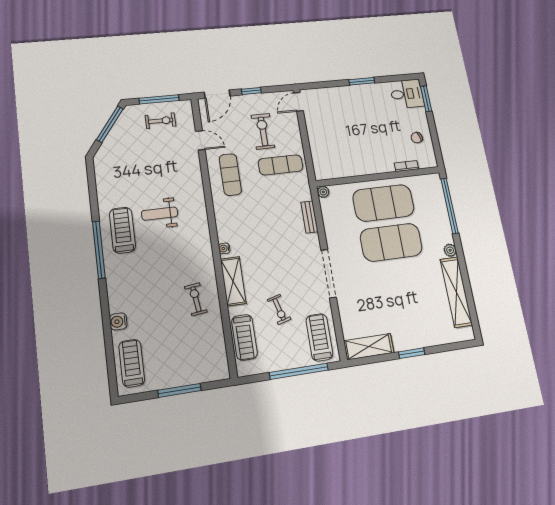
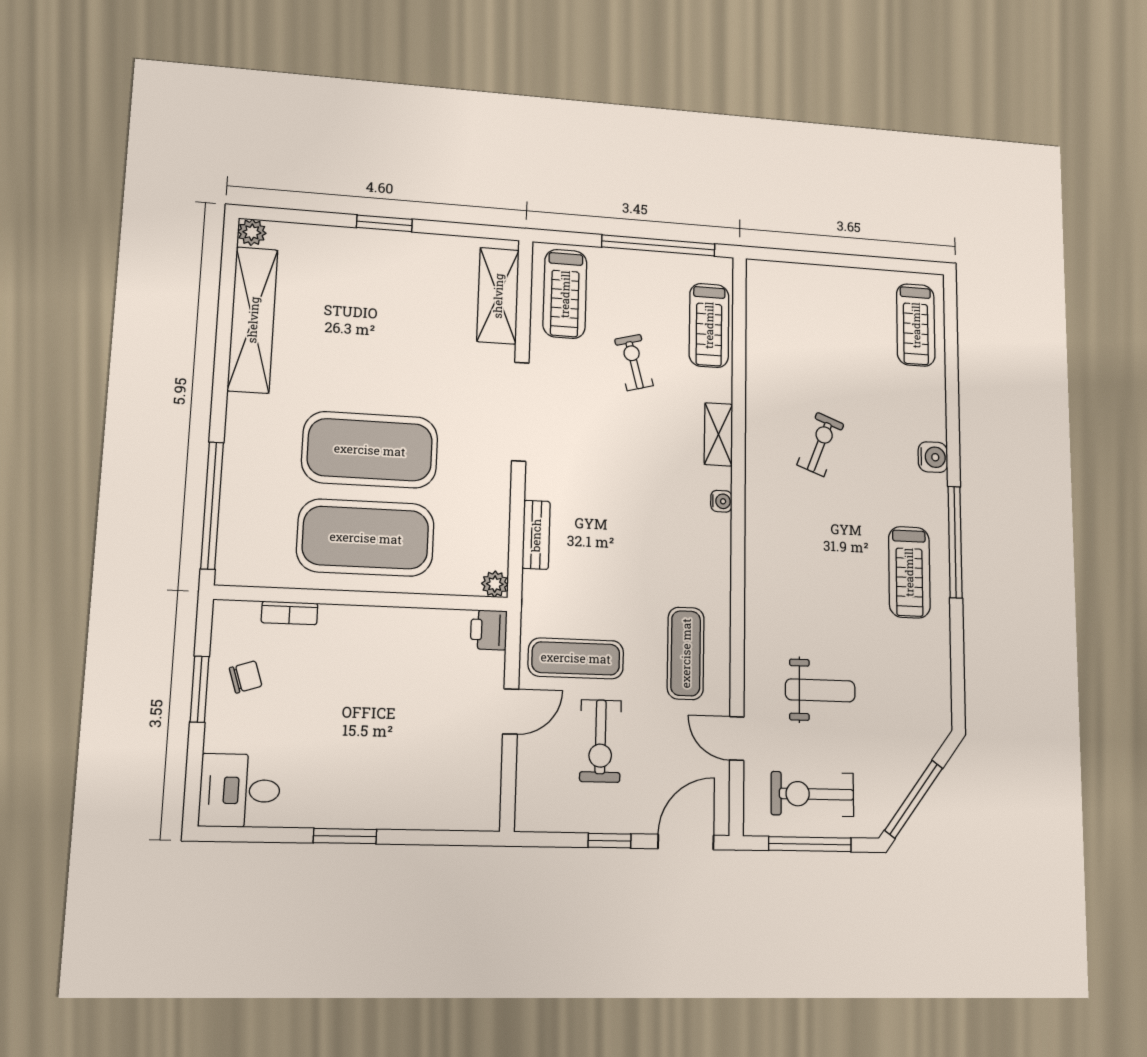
window: (426, 99) -> (200, 689), moved
door: (298, 102) -> (511, 711), moved
exercise bike: (161, 121) -> (812, 794), width x1.38, depth x1.39
printer: (322, 172) -> (489, 630), added
weight bench: (160, 214) -> (820, 690), moved
plant: (450, 250) -> (252, 232), moved
shelving: (233, 281) -> (718, 434), width x0.67, depth x0.75
exercise bike: (196, 299) -> (820, 444), moved, turned -152
water cooler: (118, 322) -> (933, 457), moved
treadmill: (244, 337) -> (709, 325), turned 180
shelving: (369, 347) -> (498, 296), moved, turned 90
window: (299, 371) -> (658, 245), moved
window: (179, 390) -> (839, 260), removed

